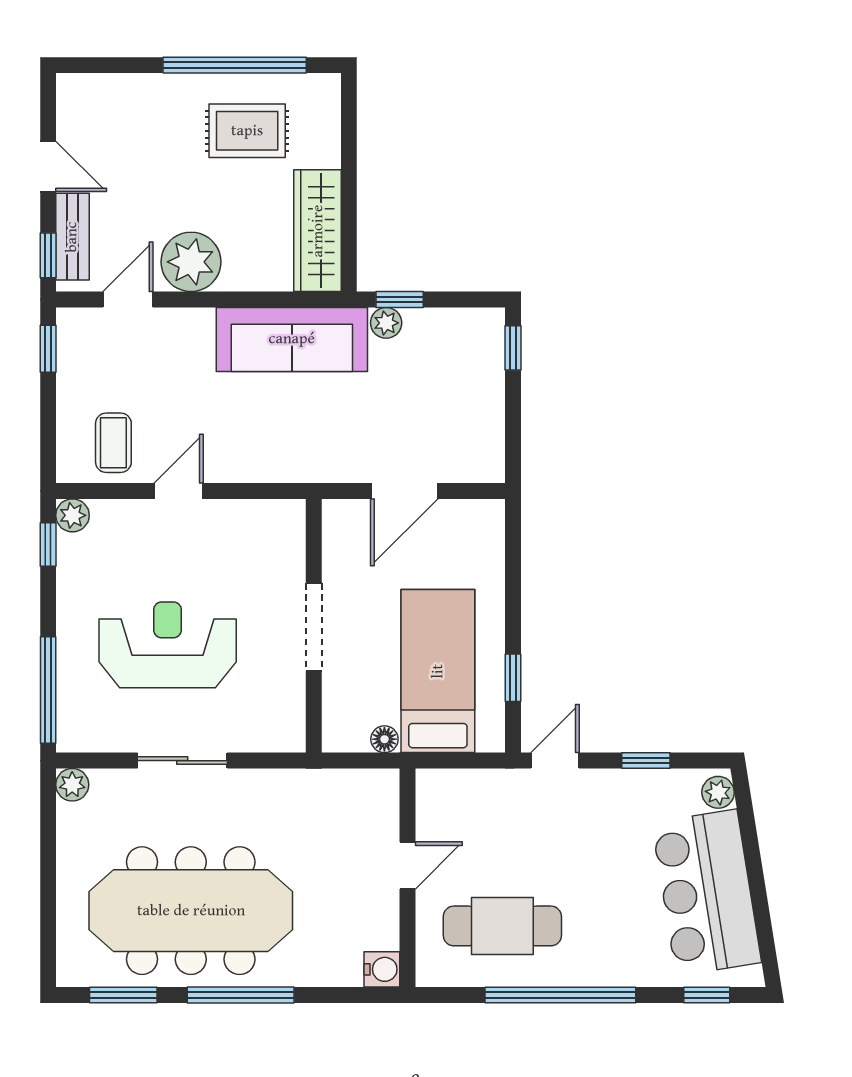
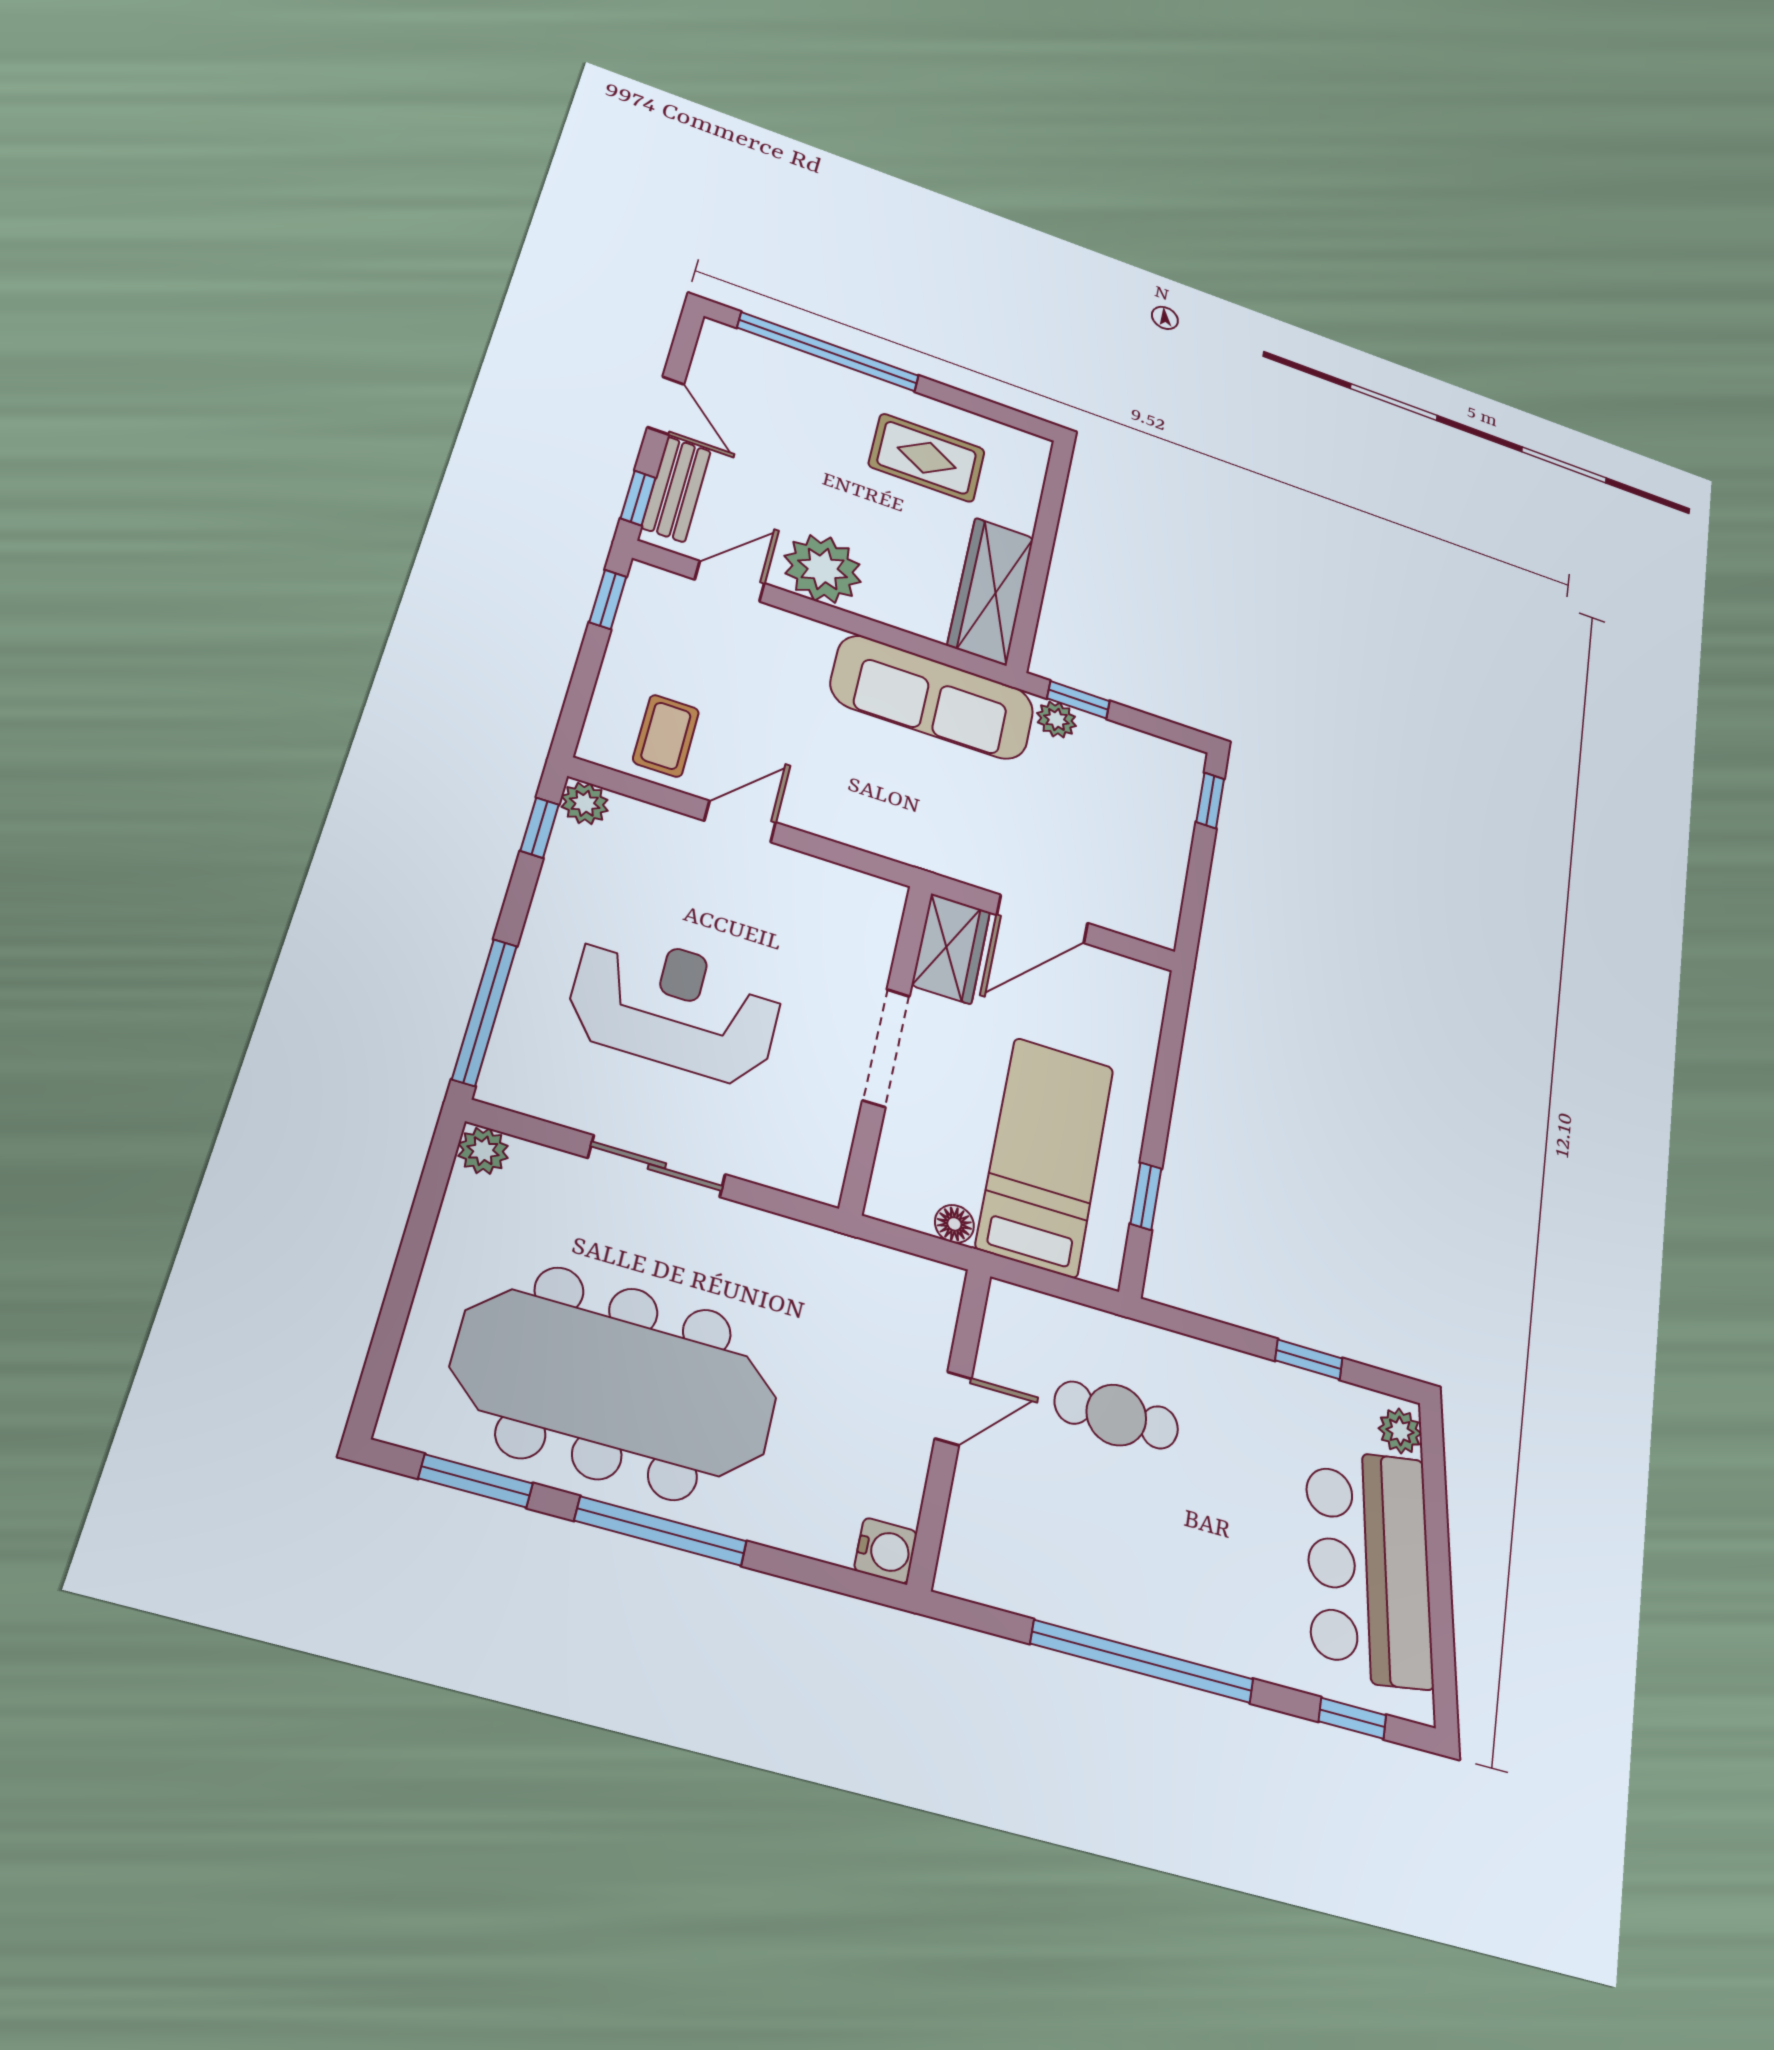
window: (235, 65) -> (828, 352), moved
wardrobe: (344, 537) -> (951, 949), added
door: (555, 761) -> (1186, 1323), removed
cafe table: (502, 926) -> (1116, 1415), moved, width x0.73, depth x0.74

